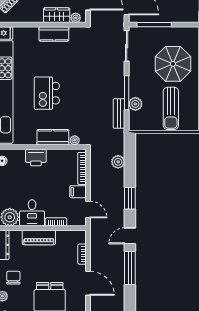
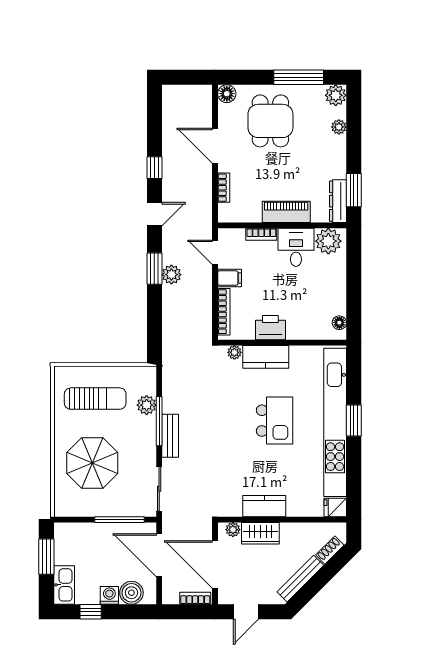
sun lounger: (171, 108) -> (95, 399), turned 90
bench: (119, 114) -> (170, 436), moved
printer: (36, 157) -> (270, 328), moved
plant: (118, 162) -> (171, 275), moved
window: (130, 268) -> (154, 168), width x0.46
chair: (13, 278) -> (323, 154), removed

